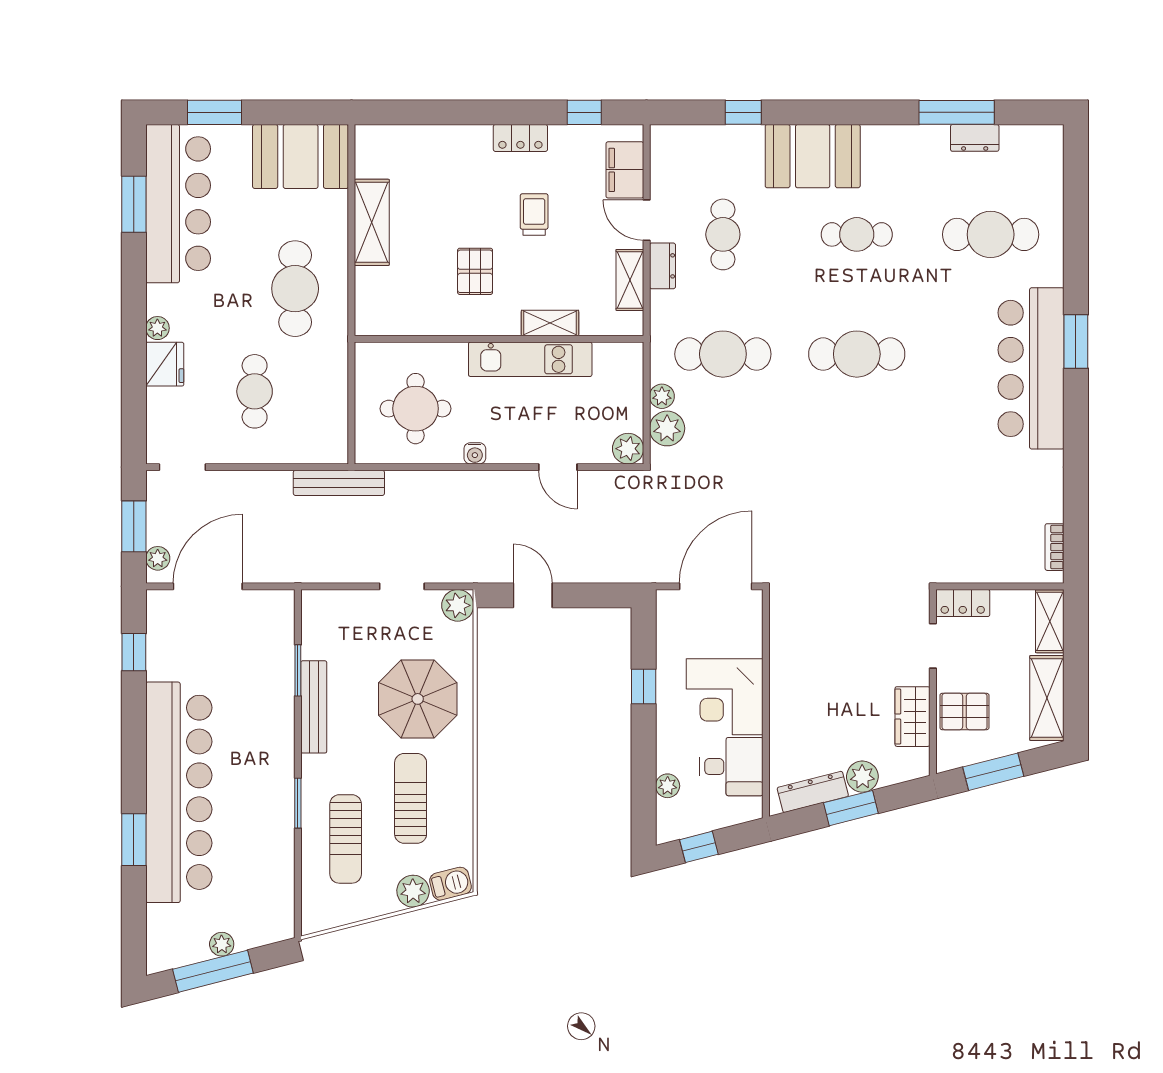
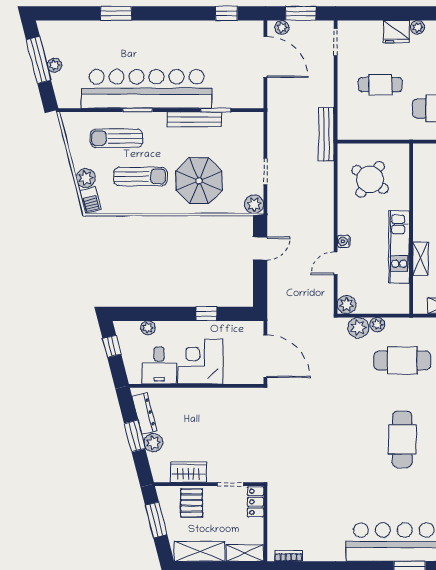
cafe table: (723, 354) -> (402, 361), turned 90
round table: (416, 409) -> (370, 179), turned 35
water cooler: (475, 453) -> (344, 241), moved
bar counter: (179, 792) -> (147, 89), moved, turned 180

